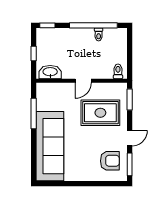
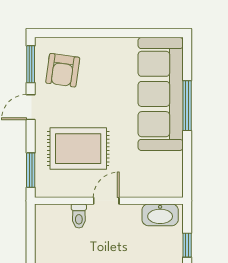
toilet: (118, 71) -> (79, 216), moved
window: (34, 114) -> (187, 106), moved
armchair: (110, 161) -> (63, 70), turned -82

